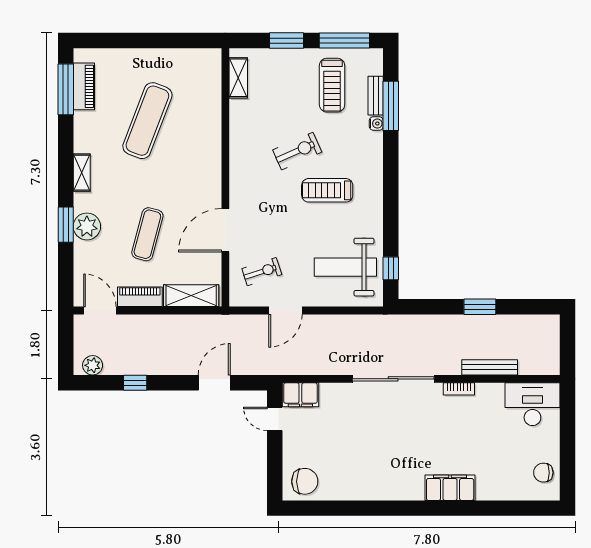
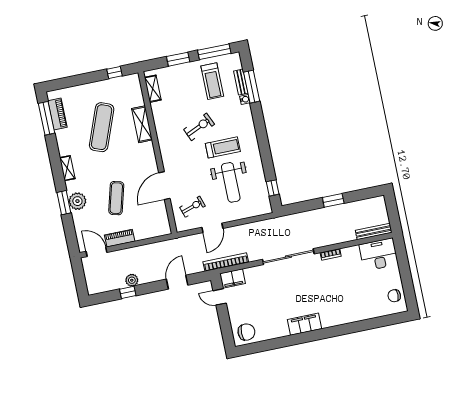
window: (185, 41) -> (114, 72), added
treadmill: (327, 190) -> (223, 147), turned 180
weight bench: (345, 267) -> (231, 182), moved, turned -90
shelving: (191, 296) -> (142, 124), moved, turned 90
plant: (93, 365) -> (132, 280), moved
bookcase: (295, 367) -> (226, 262), added
bench: (490, 367) -> (374, 231), moved
filing cabinet: (450, 488) -> (305, 324), moved

